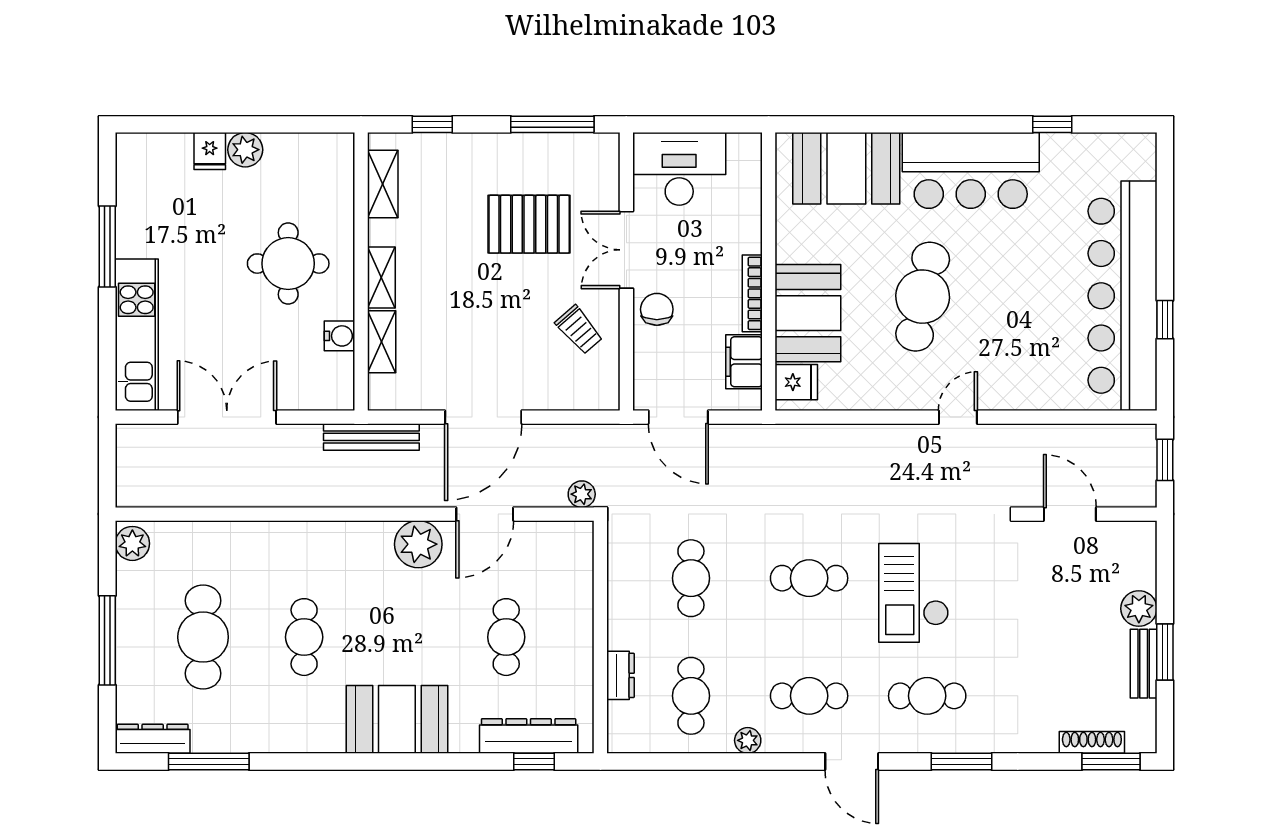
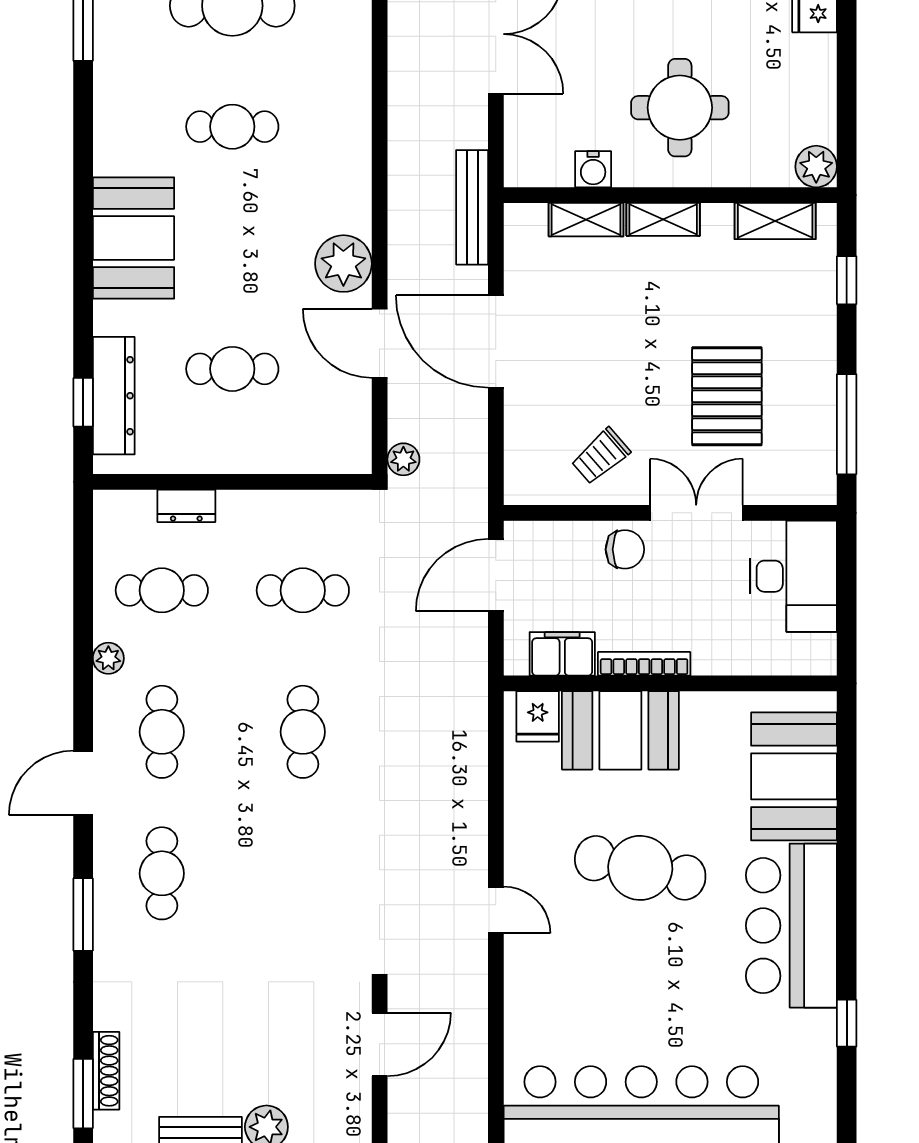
plant: (245, 150) -> (816, 167), moved
checkout: (914, 593) -> (285, 857), removed

